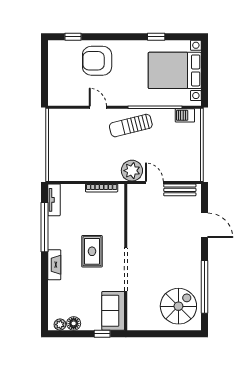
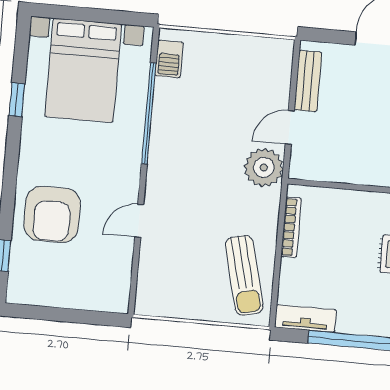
sun lounger: (131, 126) -> (244, 275), moved

